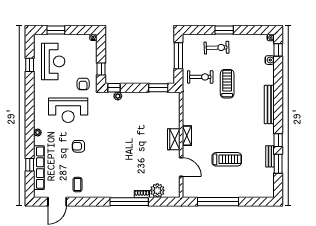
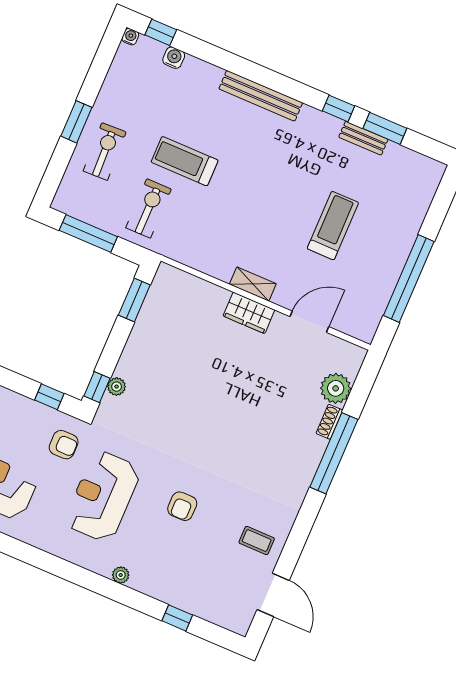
reception desk: (68, 110) -> (103, 496), turned 180
row of seats: (39, 168) -> (191, 602), removed

